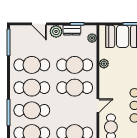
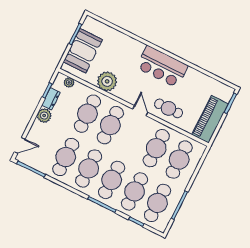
door: (39, 24) -> (20, 145), moved
plant: (104, 64) -> (107, 81), width x1.88, depth x1.88

